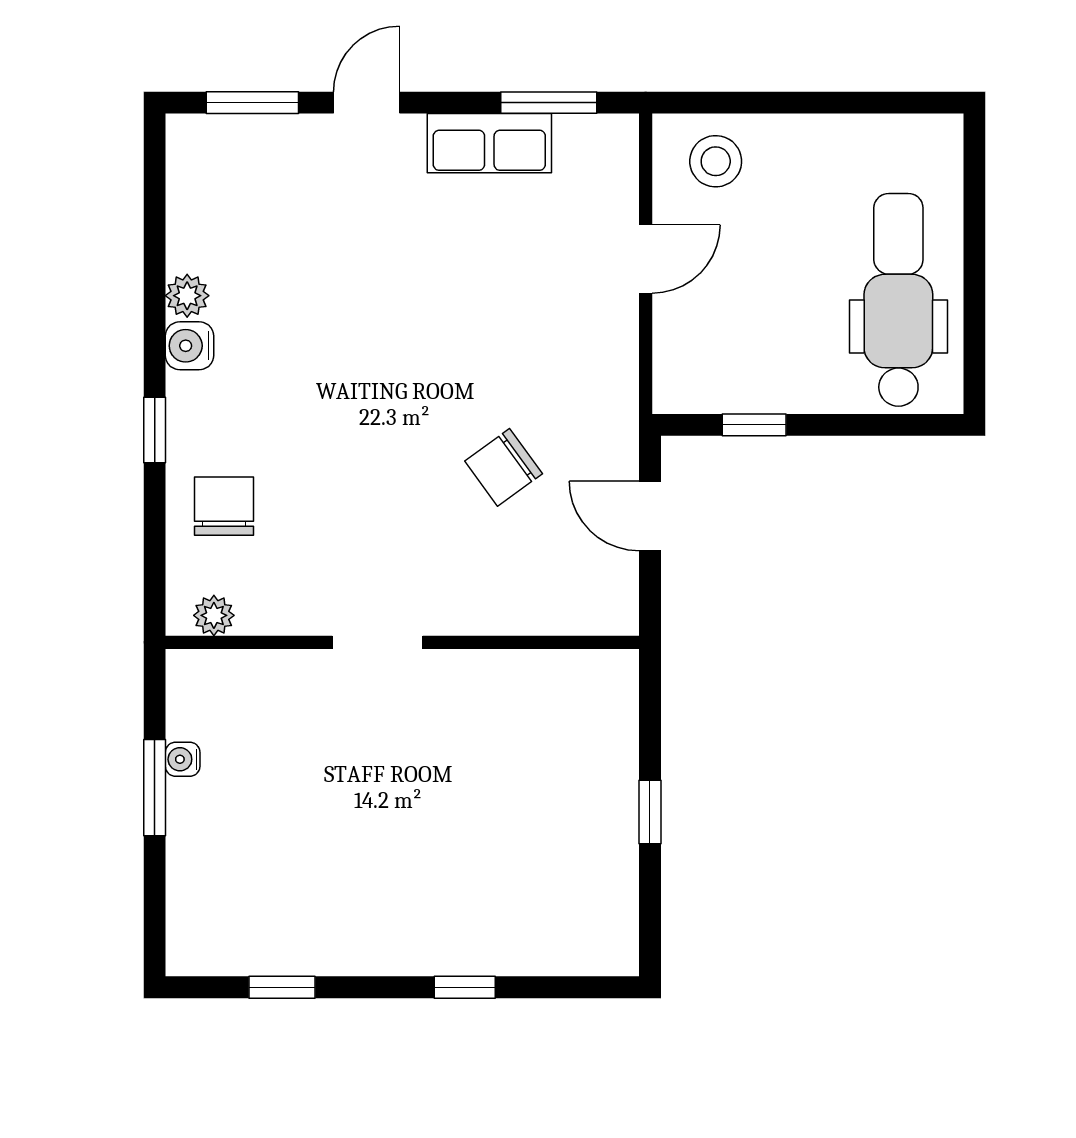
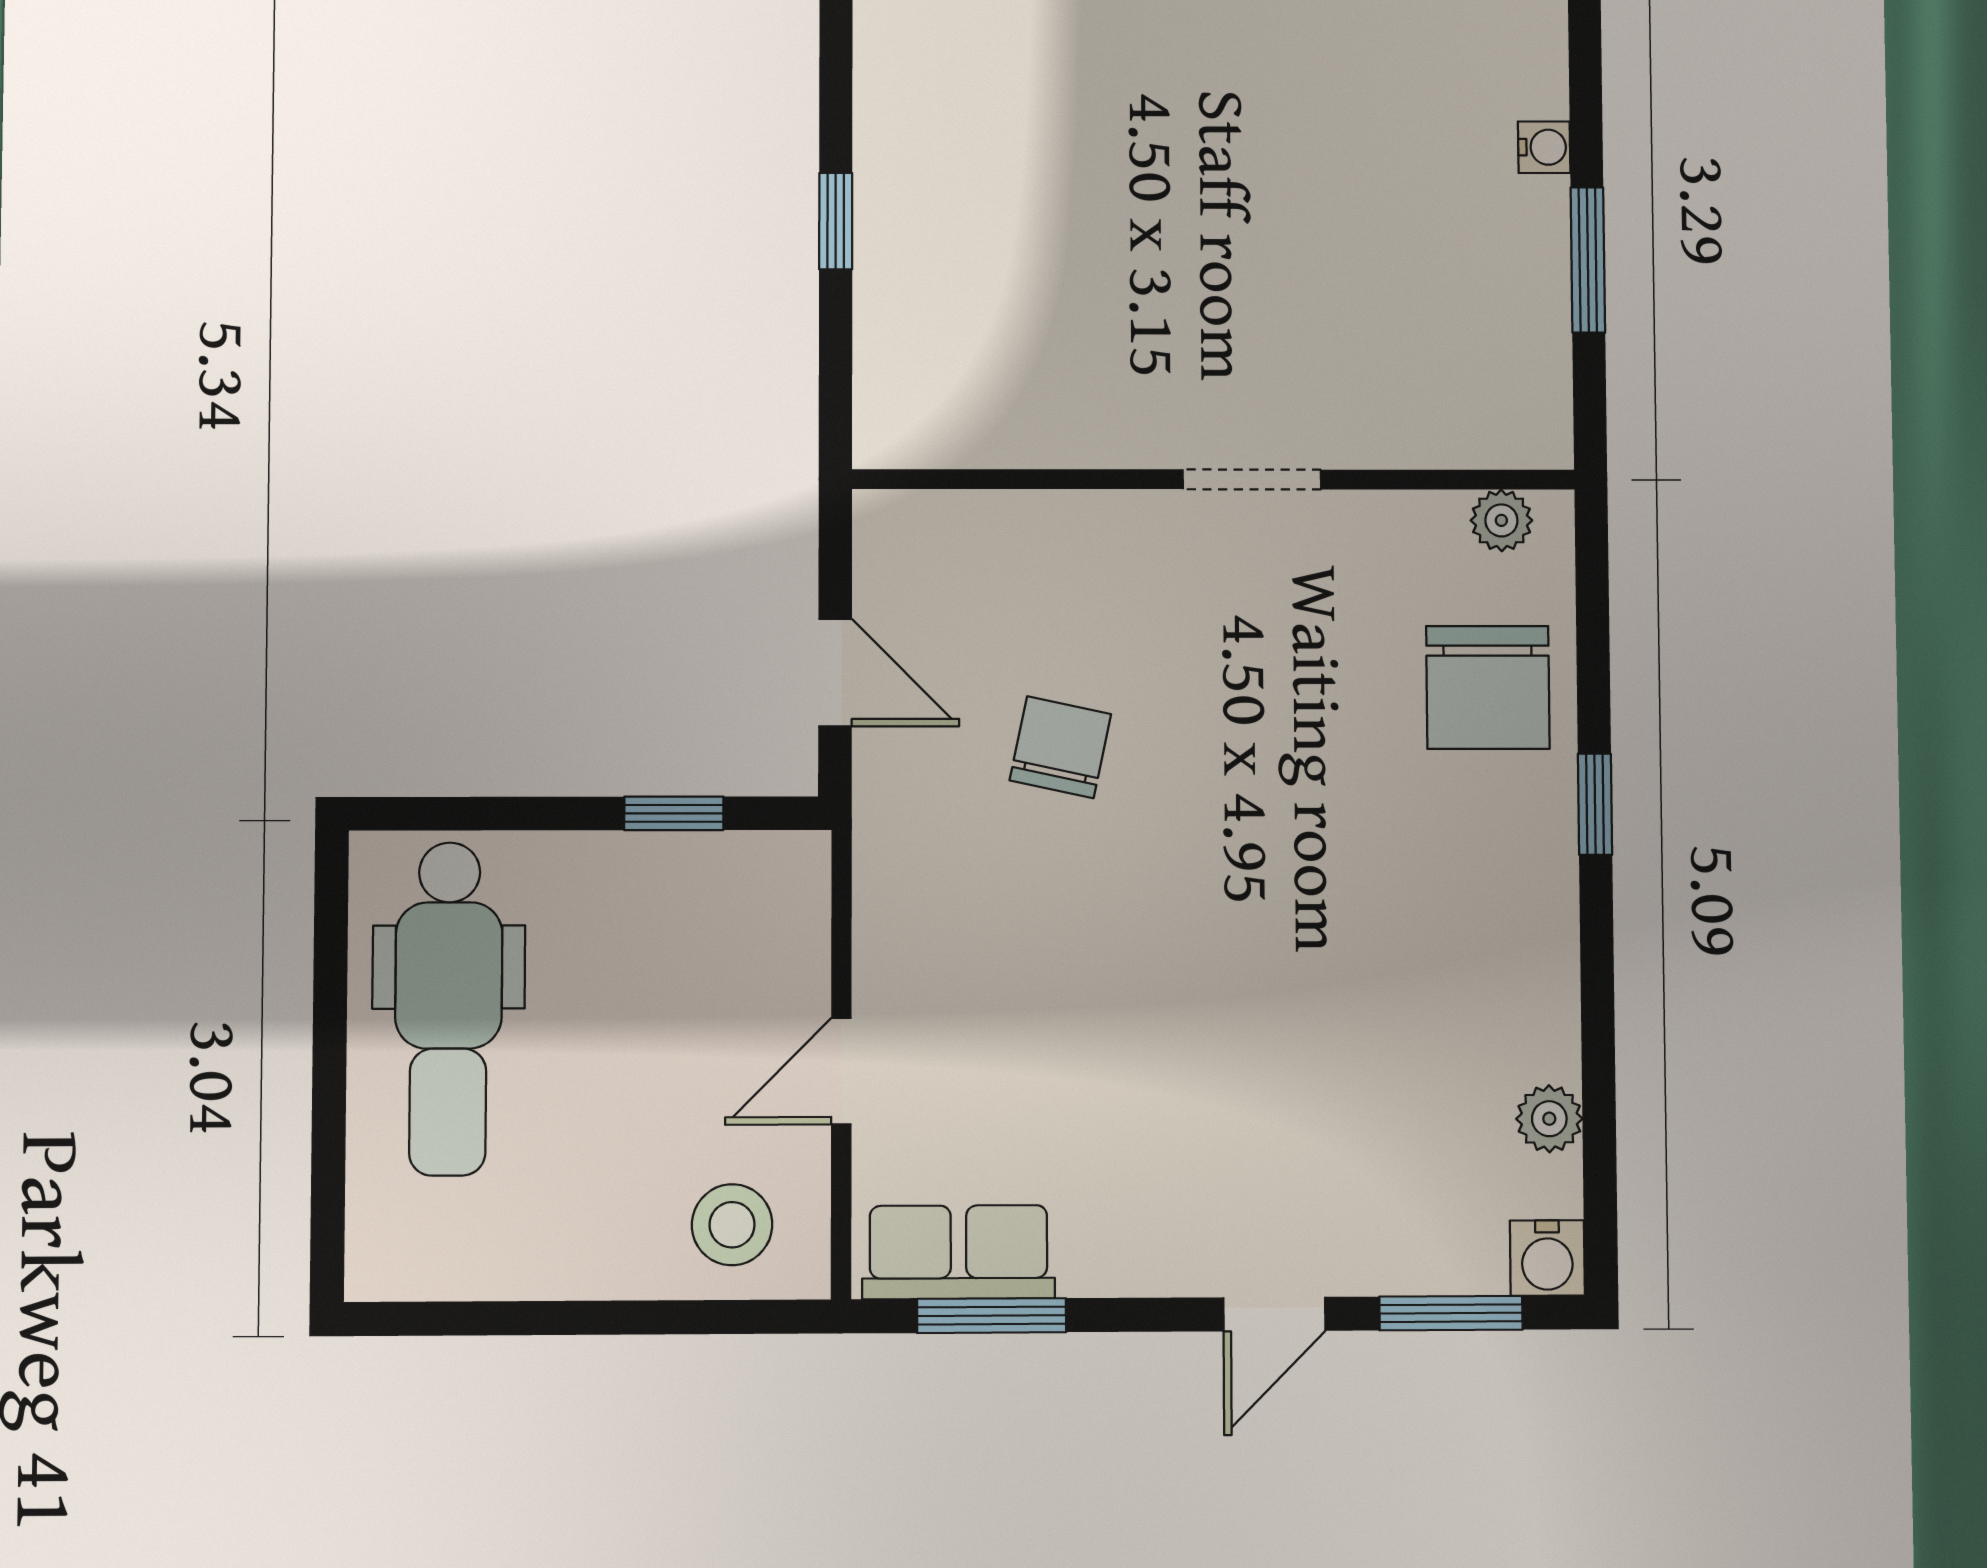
row of seats: (489, 143) -> (958, 1252), moved
plant: (187, 296) -> (1549, 1119), moved
water cooler: (190, 346) -> (1547, 1258), moved, turned 90
chair: (504, 467) -> (1060, 747), turned -42
chair: (224, 506) -> (1488, 687), width x1.37, depth x1.37
water cooler: (183, 759) -> (1544, 147), moved

